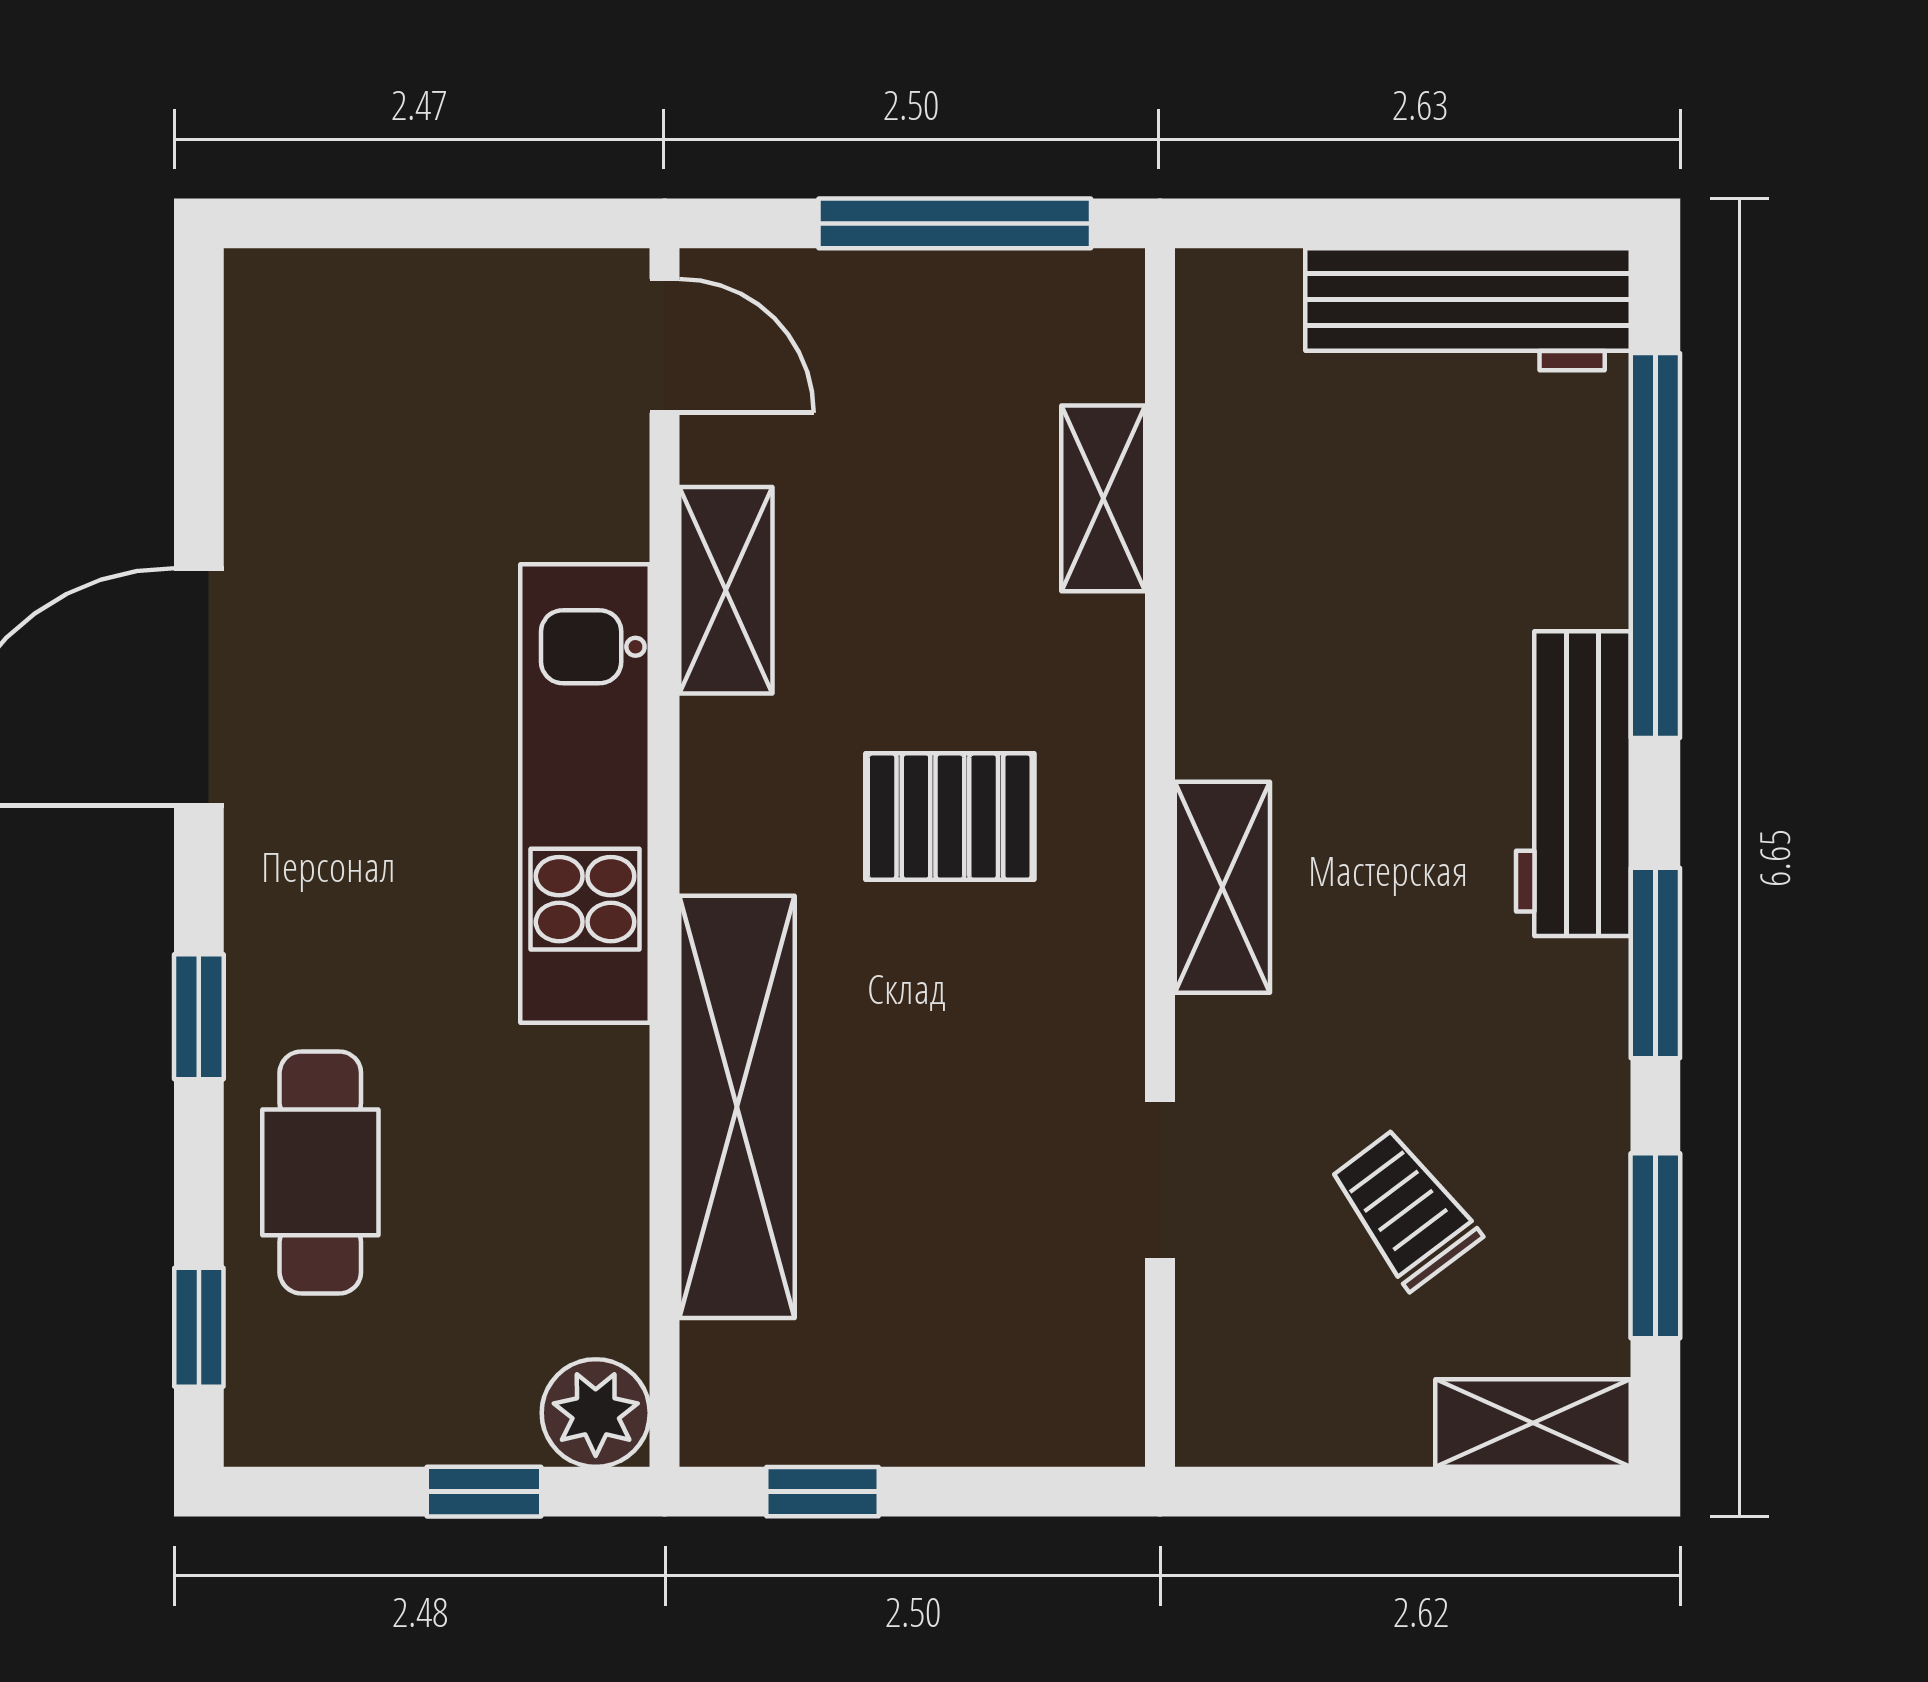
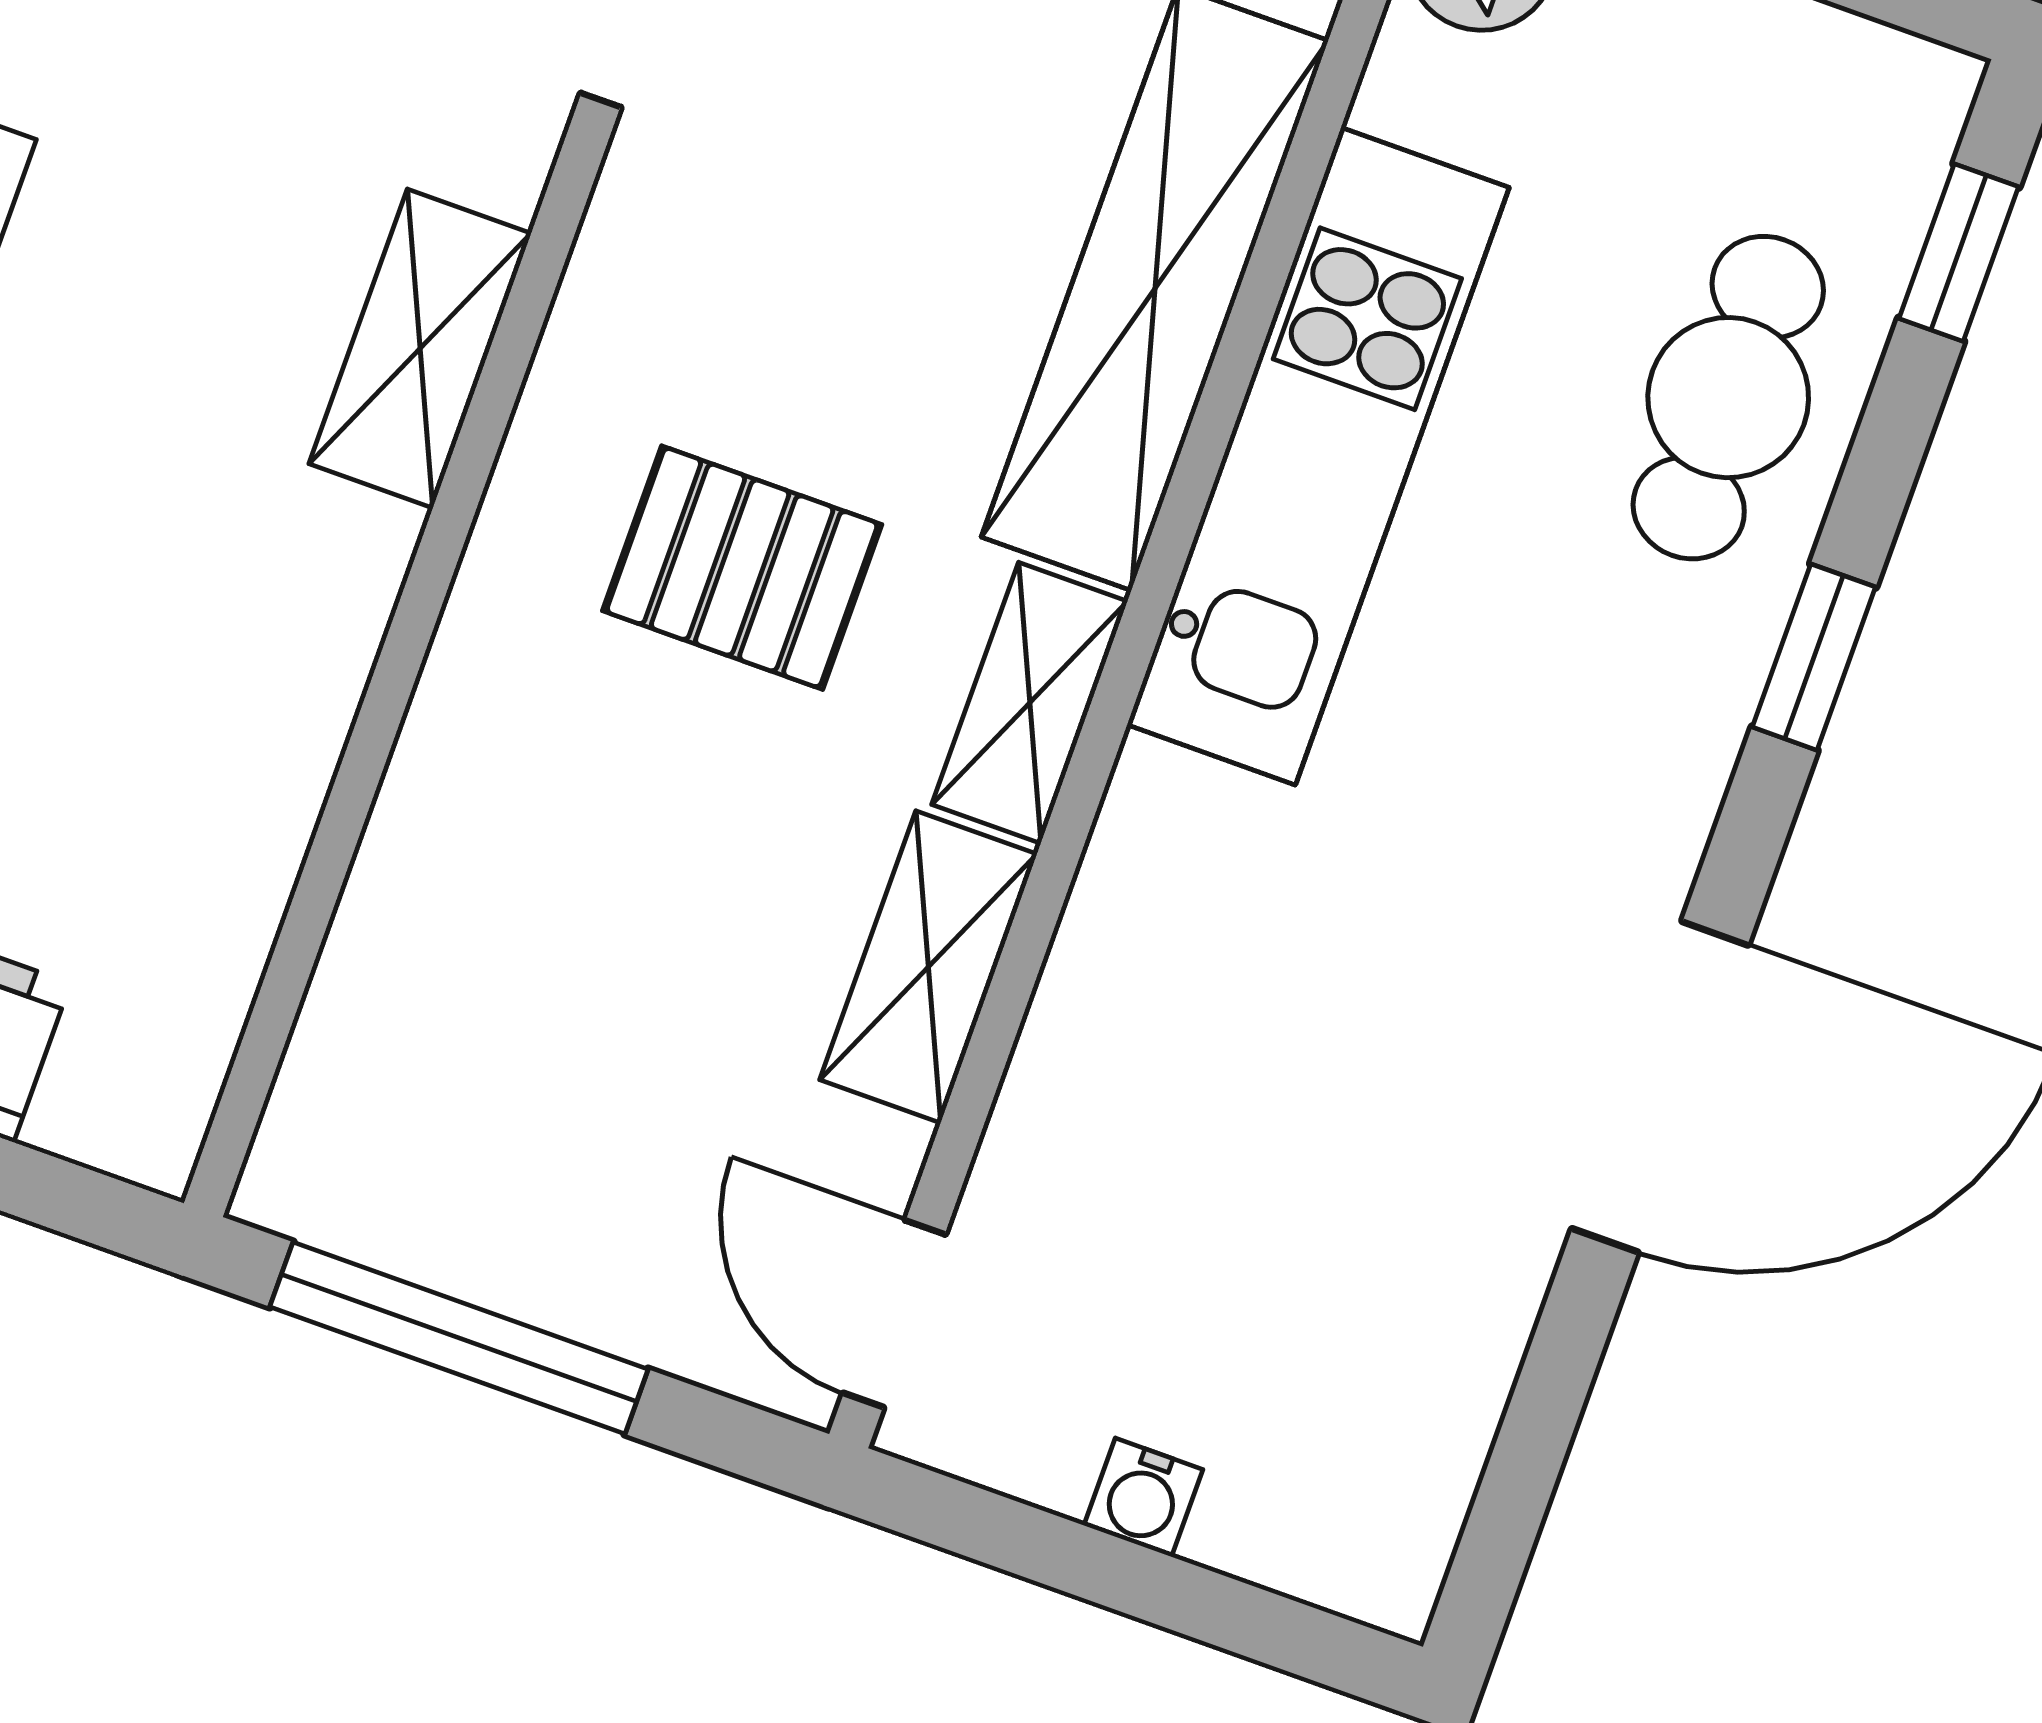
water cooler: (450, 282) -> (1143, 1497), added
shelving: (1103, 498) -> (1030, 703), moved
kitchen unit: (585, 794) -> (1318, 456), moved

